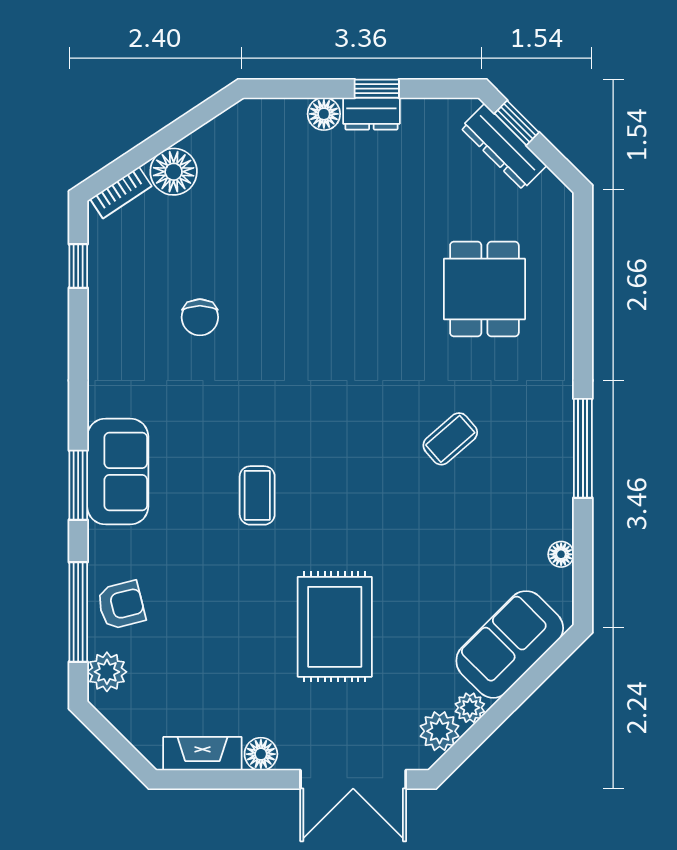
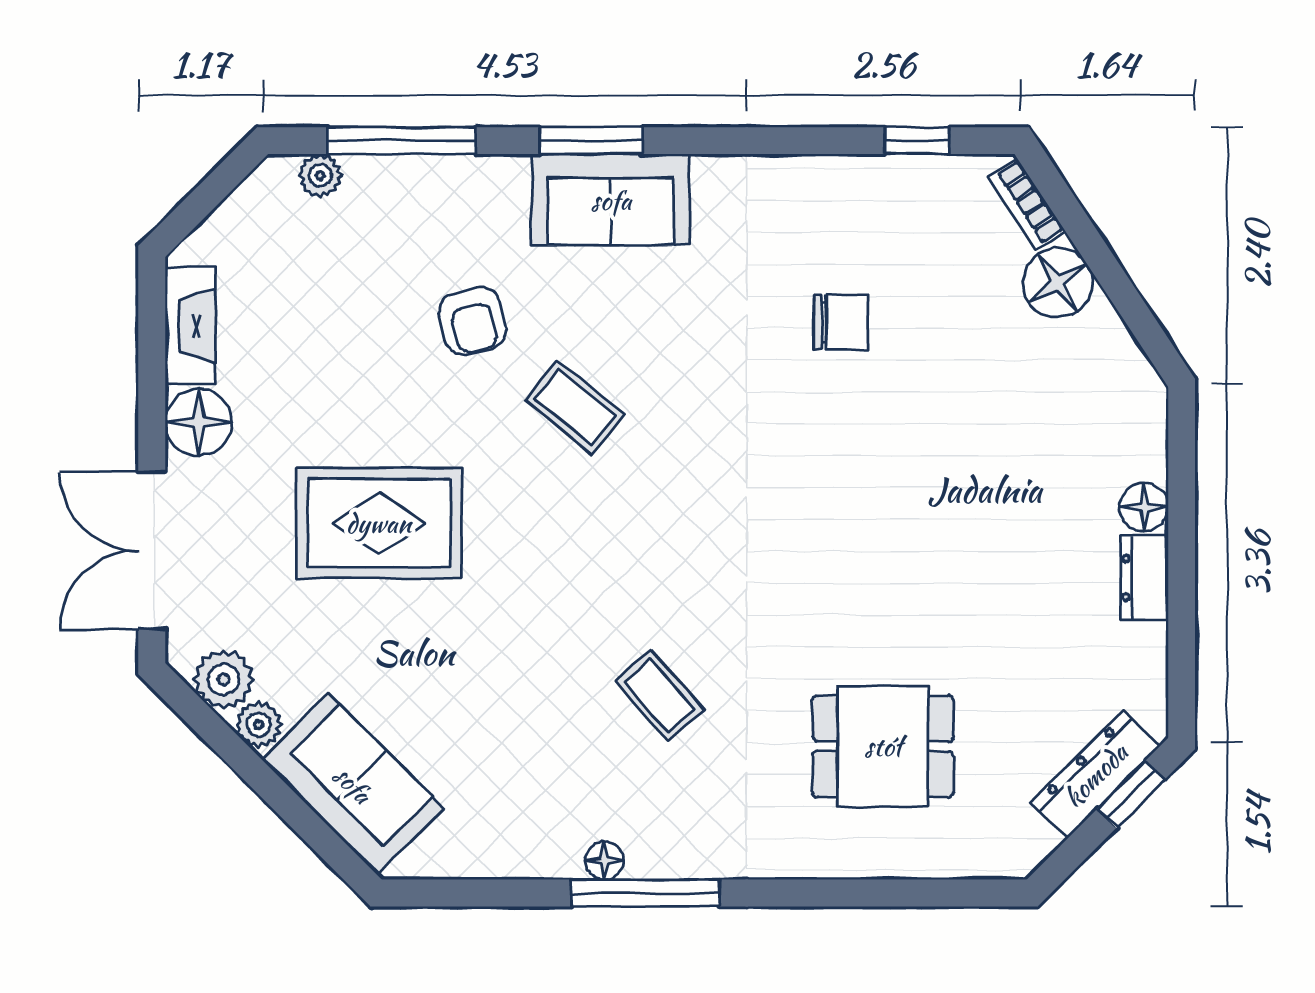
window: (377, 89) -> (1182, 586), removed
chair: (200, 317) -> (841, 322), turned 180
coffee table: (257, 495) -> (575, 407), turned 39
floor lamp: (561, 554) -> (604, 861), moved
armchair: (121, 605) -> (473, 321), moved
plant: (107, 672) -> (320, 175), width x0.73, depth x0.73
floor lamp: (261, 754) -> (199, 422), width x1.38, depth x1.38

